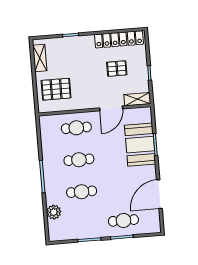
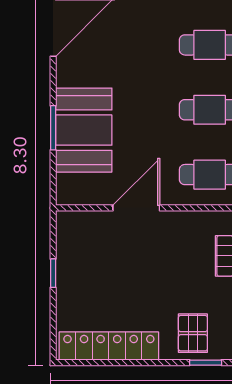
pallet: (117, 69) -> (193, 333), moved, turned 90
shelving: (137, 99) -> (82, 222), removed

